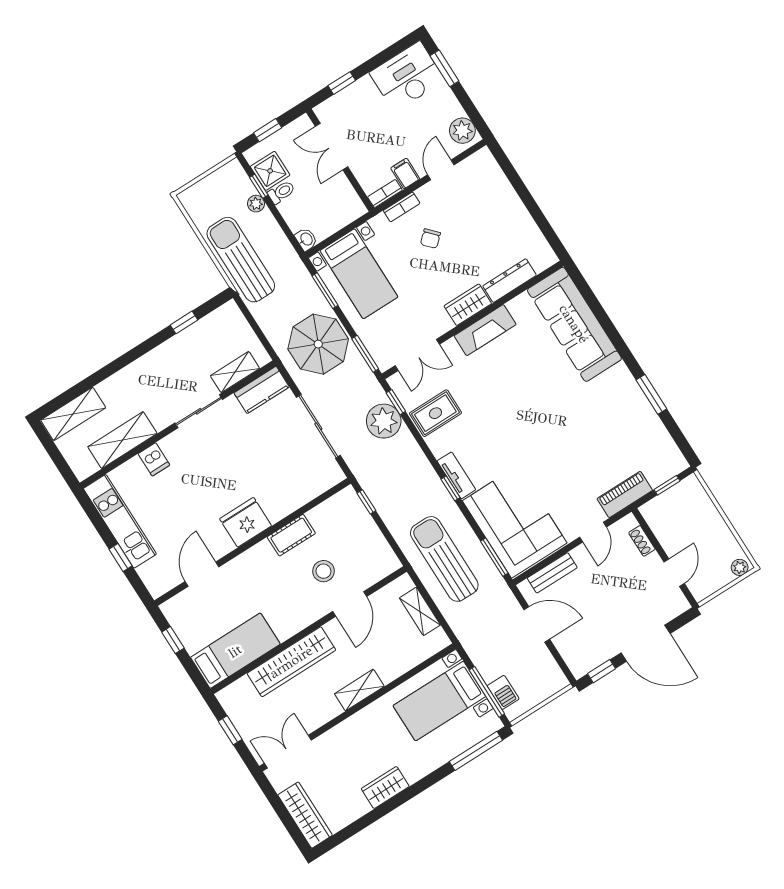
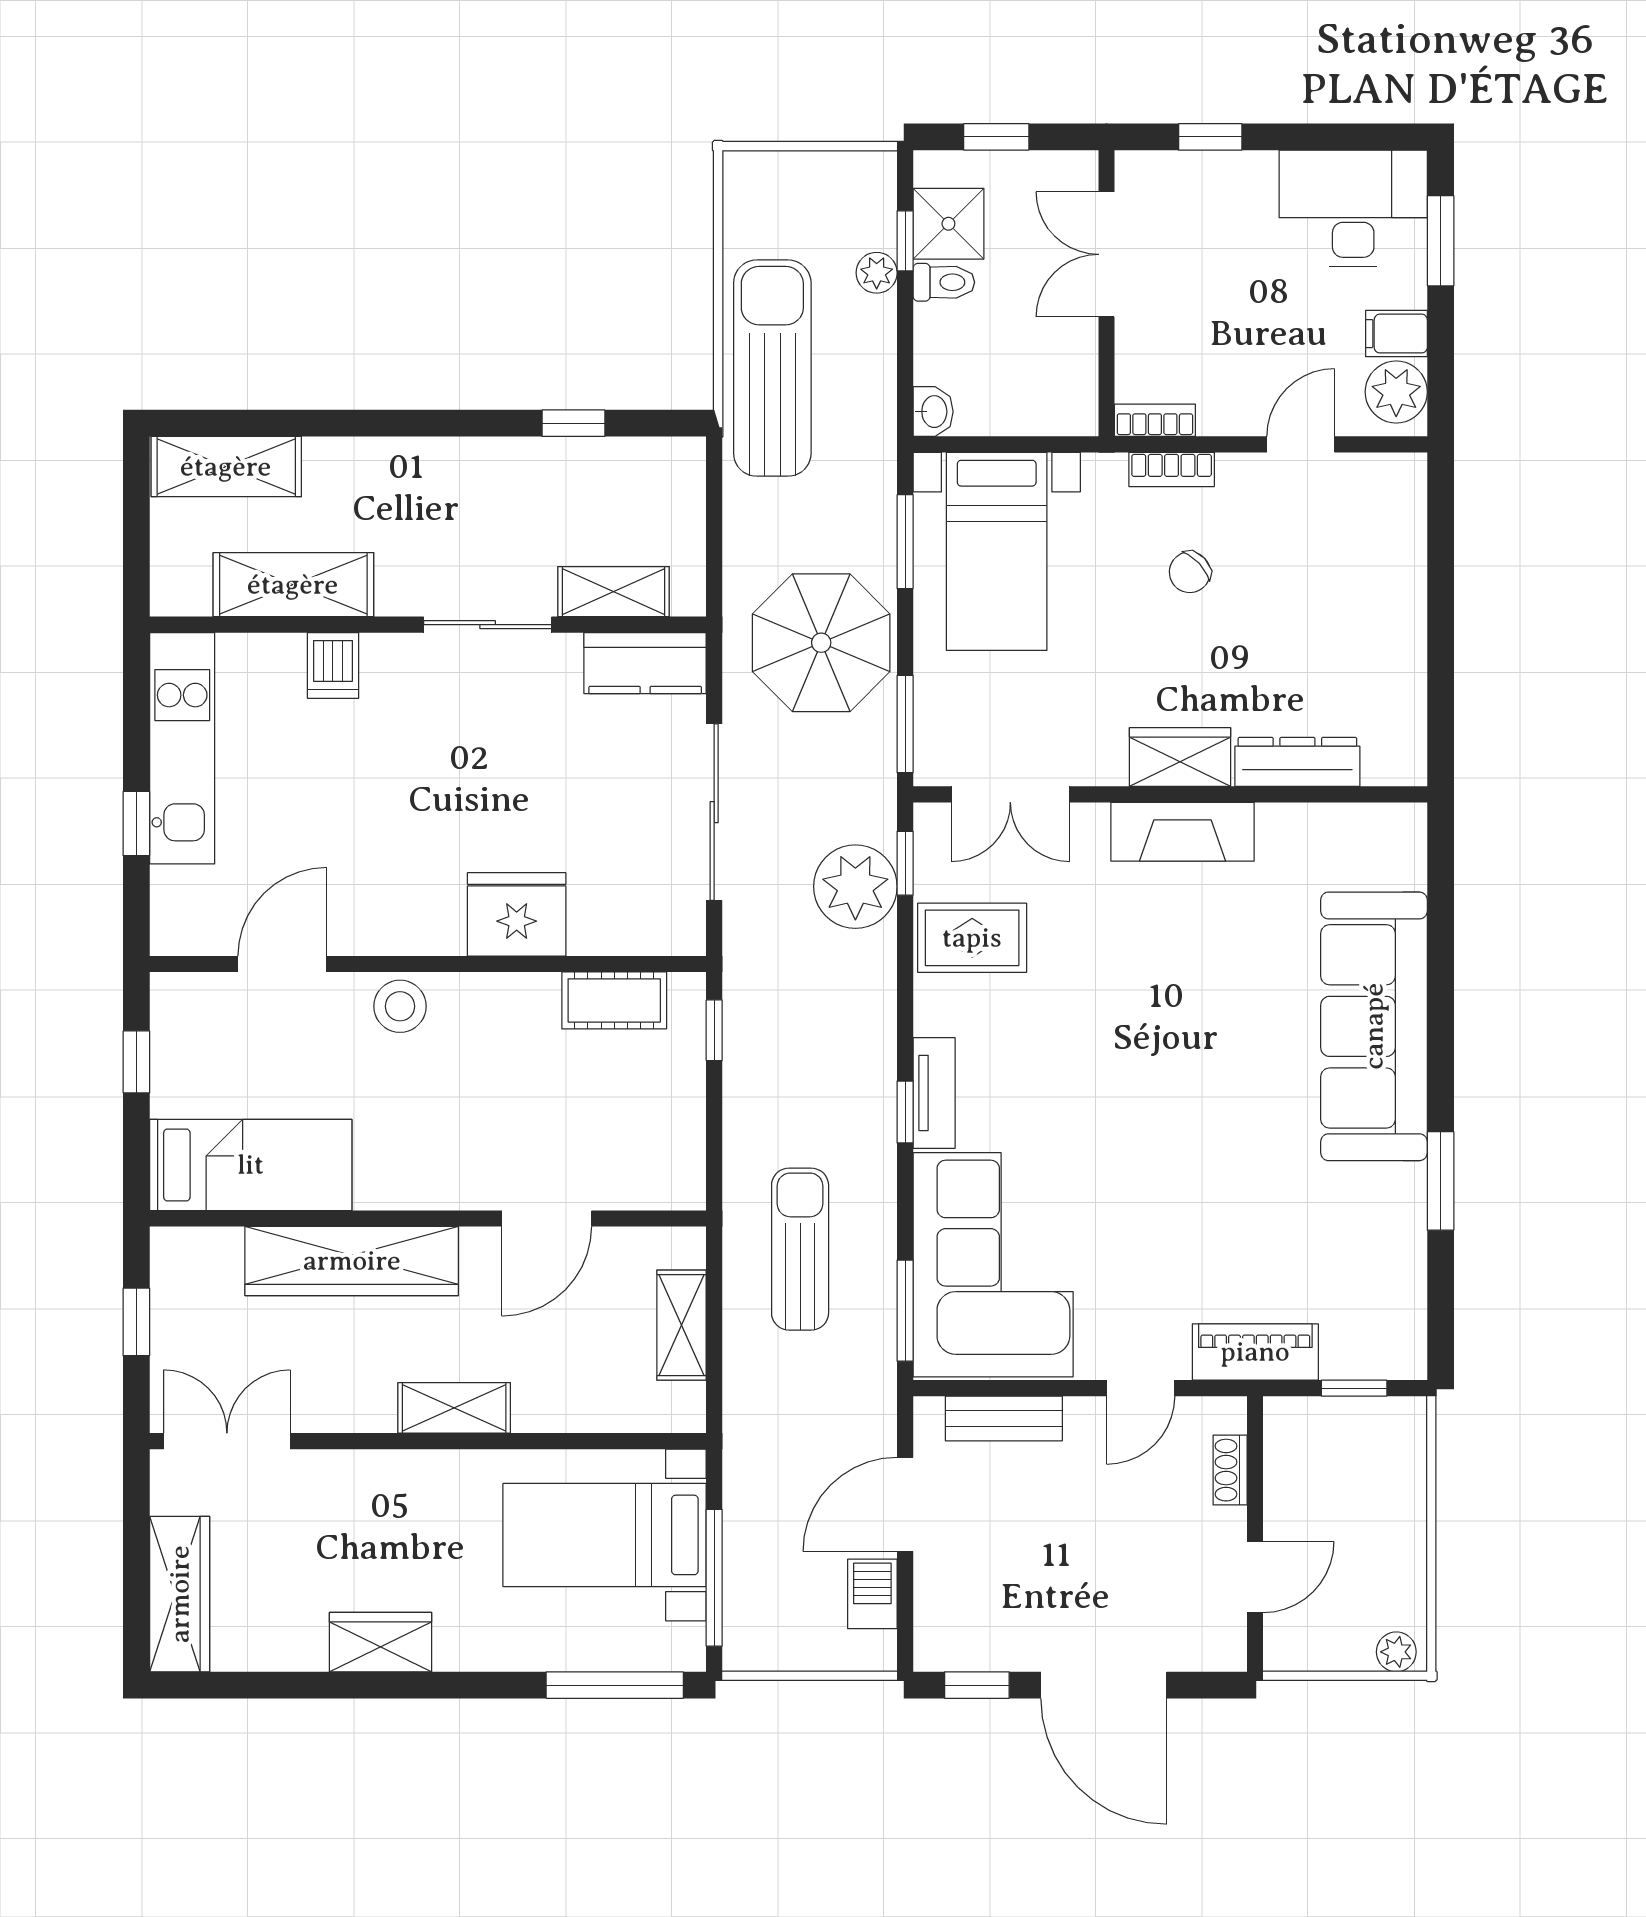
filing cabinet: (405, 173) -> (1396, 334), moved, turned -90
sofa: (574, 324) -> (1374, 1026), moved
fridge: (246, 522) -> (517, 914), moved
cot: (291, 535) -> (614, 1000), moved
sun lounger: (444, 559) -> (800, 1249), width x0.73, depth x0.75
stool: (323, 571) -> (400, 1006), moved
door: (537, 624) -> (905, 1504), swing flipped
barbecue: (503, 692) -> (872, 1594), moved, turned 180

